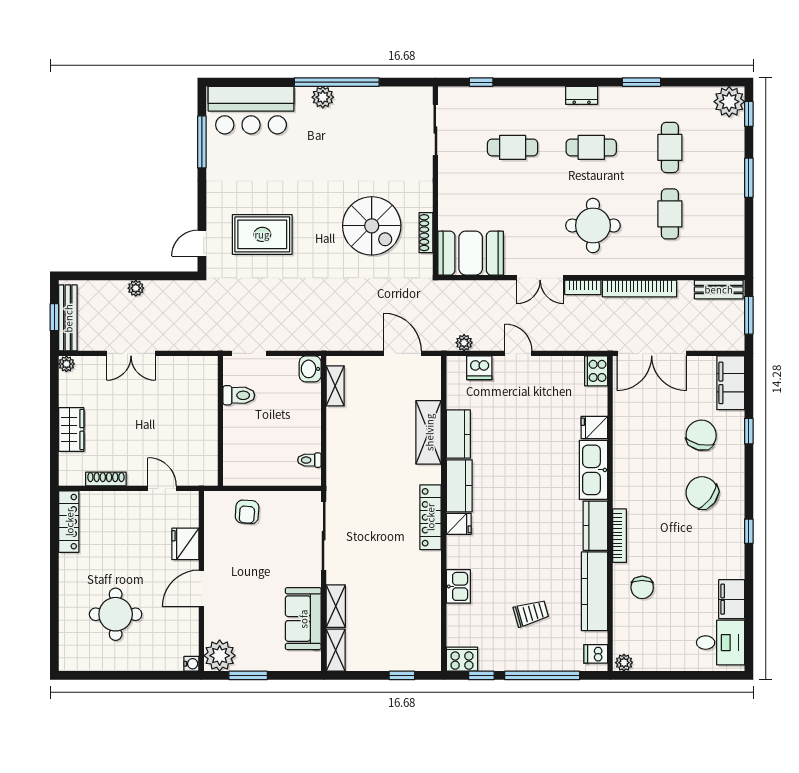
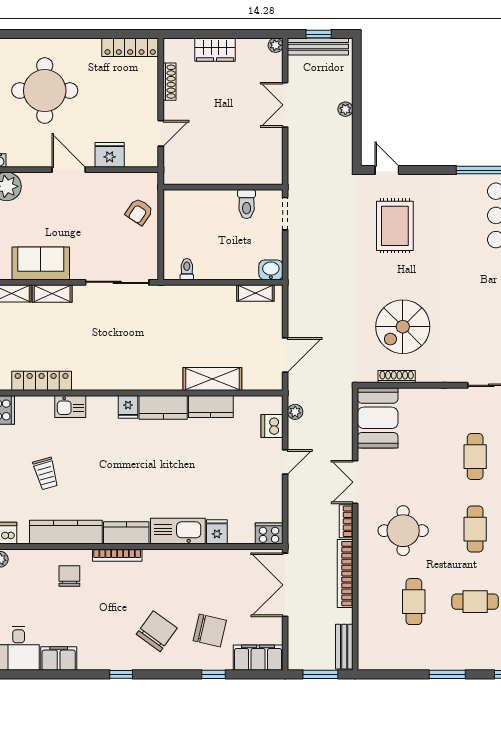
cafe table: (670, 214) -> (414, 602), turned 90
armchair: (247, 512) -> (139, 212), turned -60
locker: (430, 517) -> (42, 381), moved
chair: (642, 587) -> (69, 576), turned 90
round table: (116, 614) -> (45, 91), width x1.36, depth x1.36

